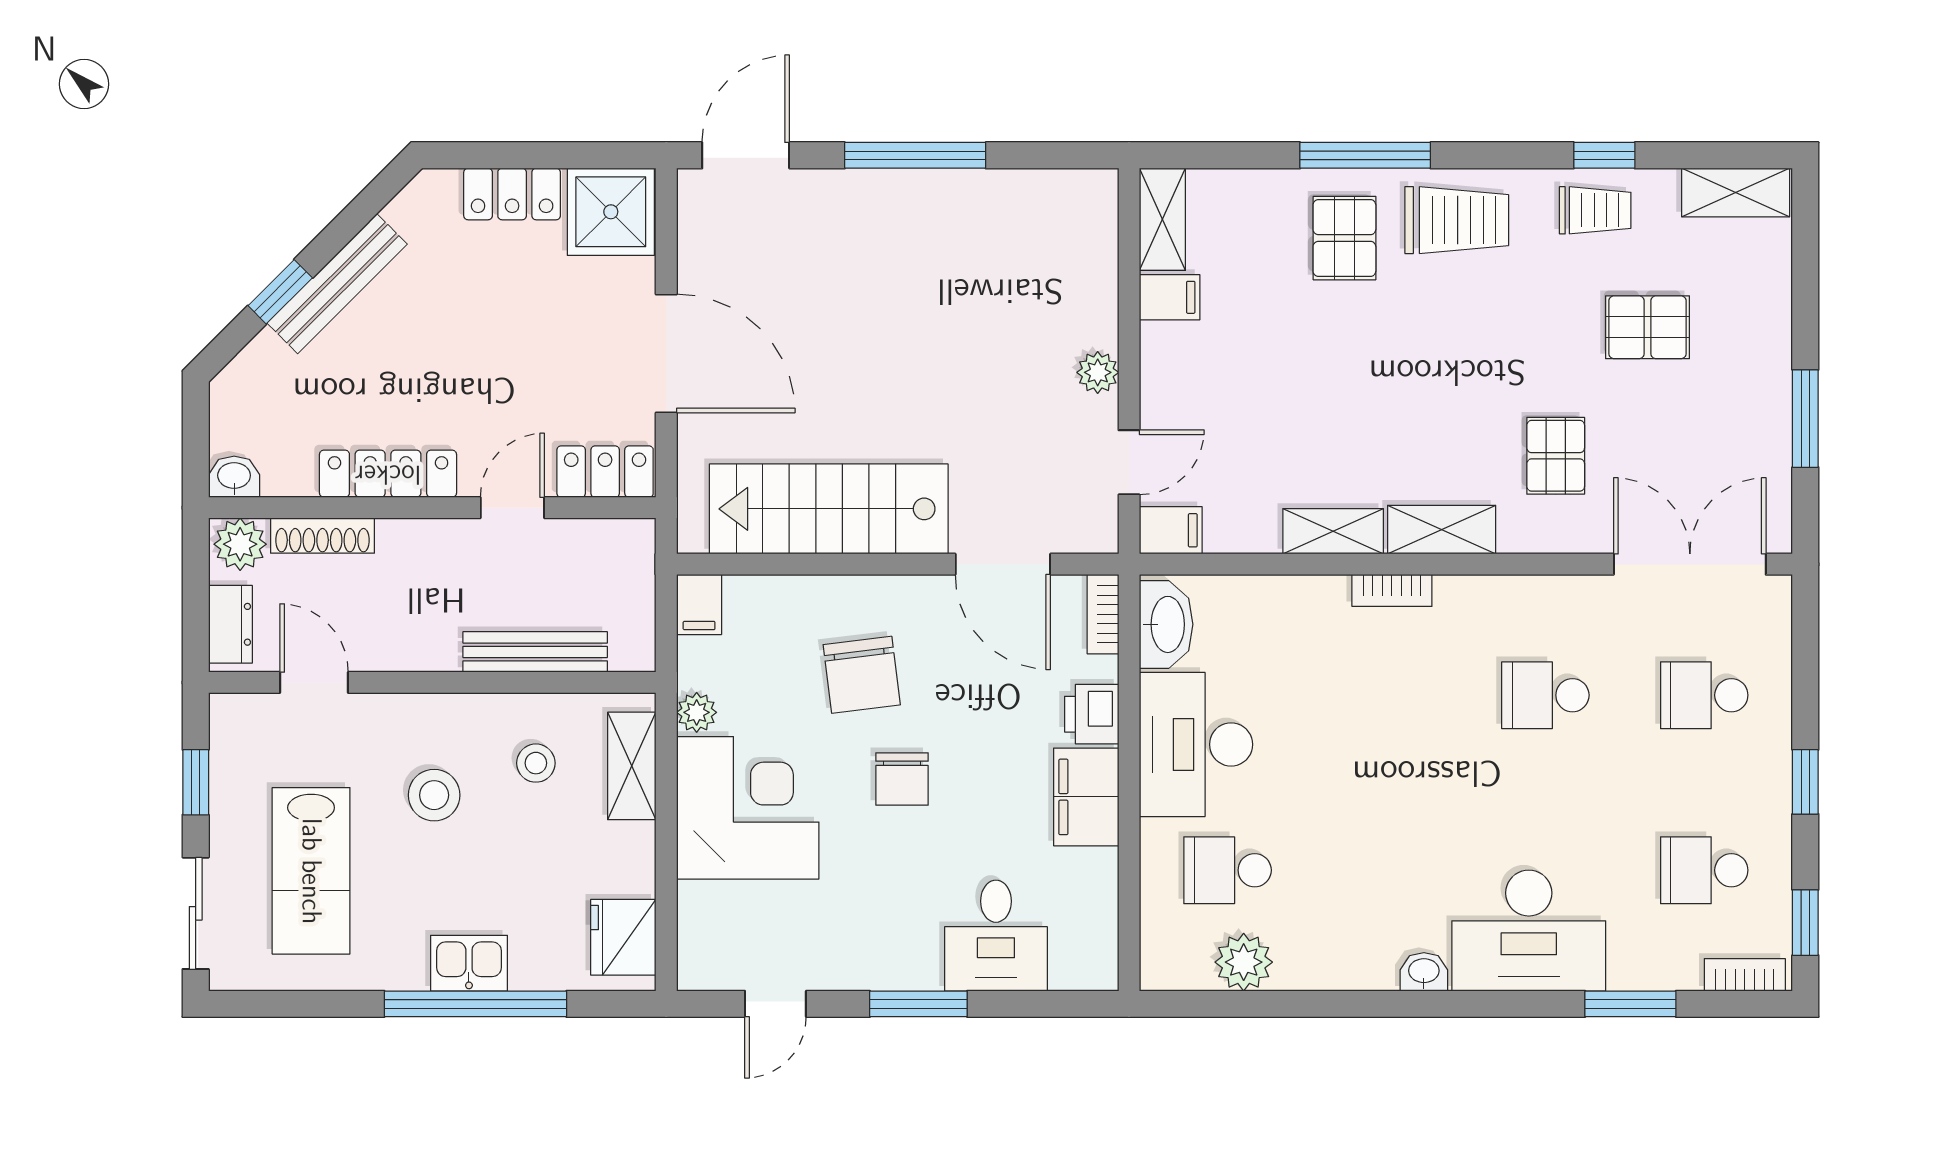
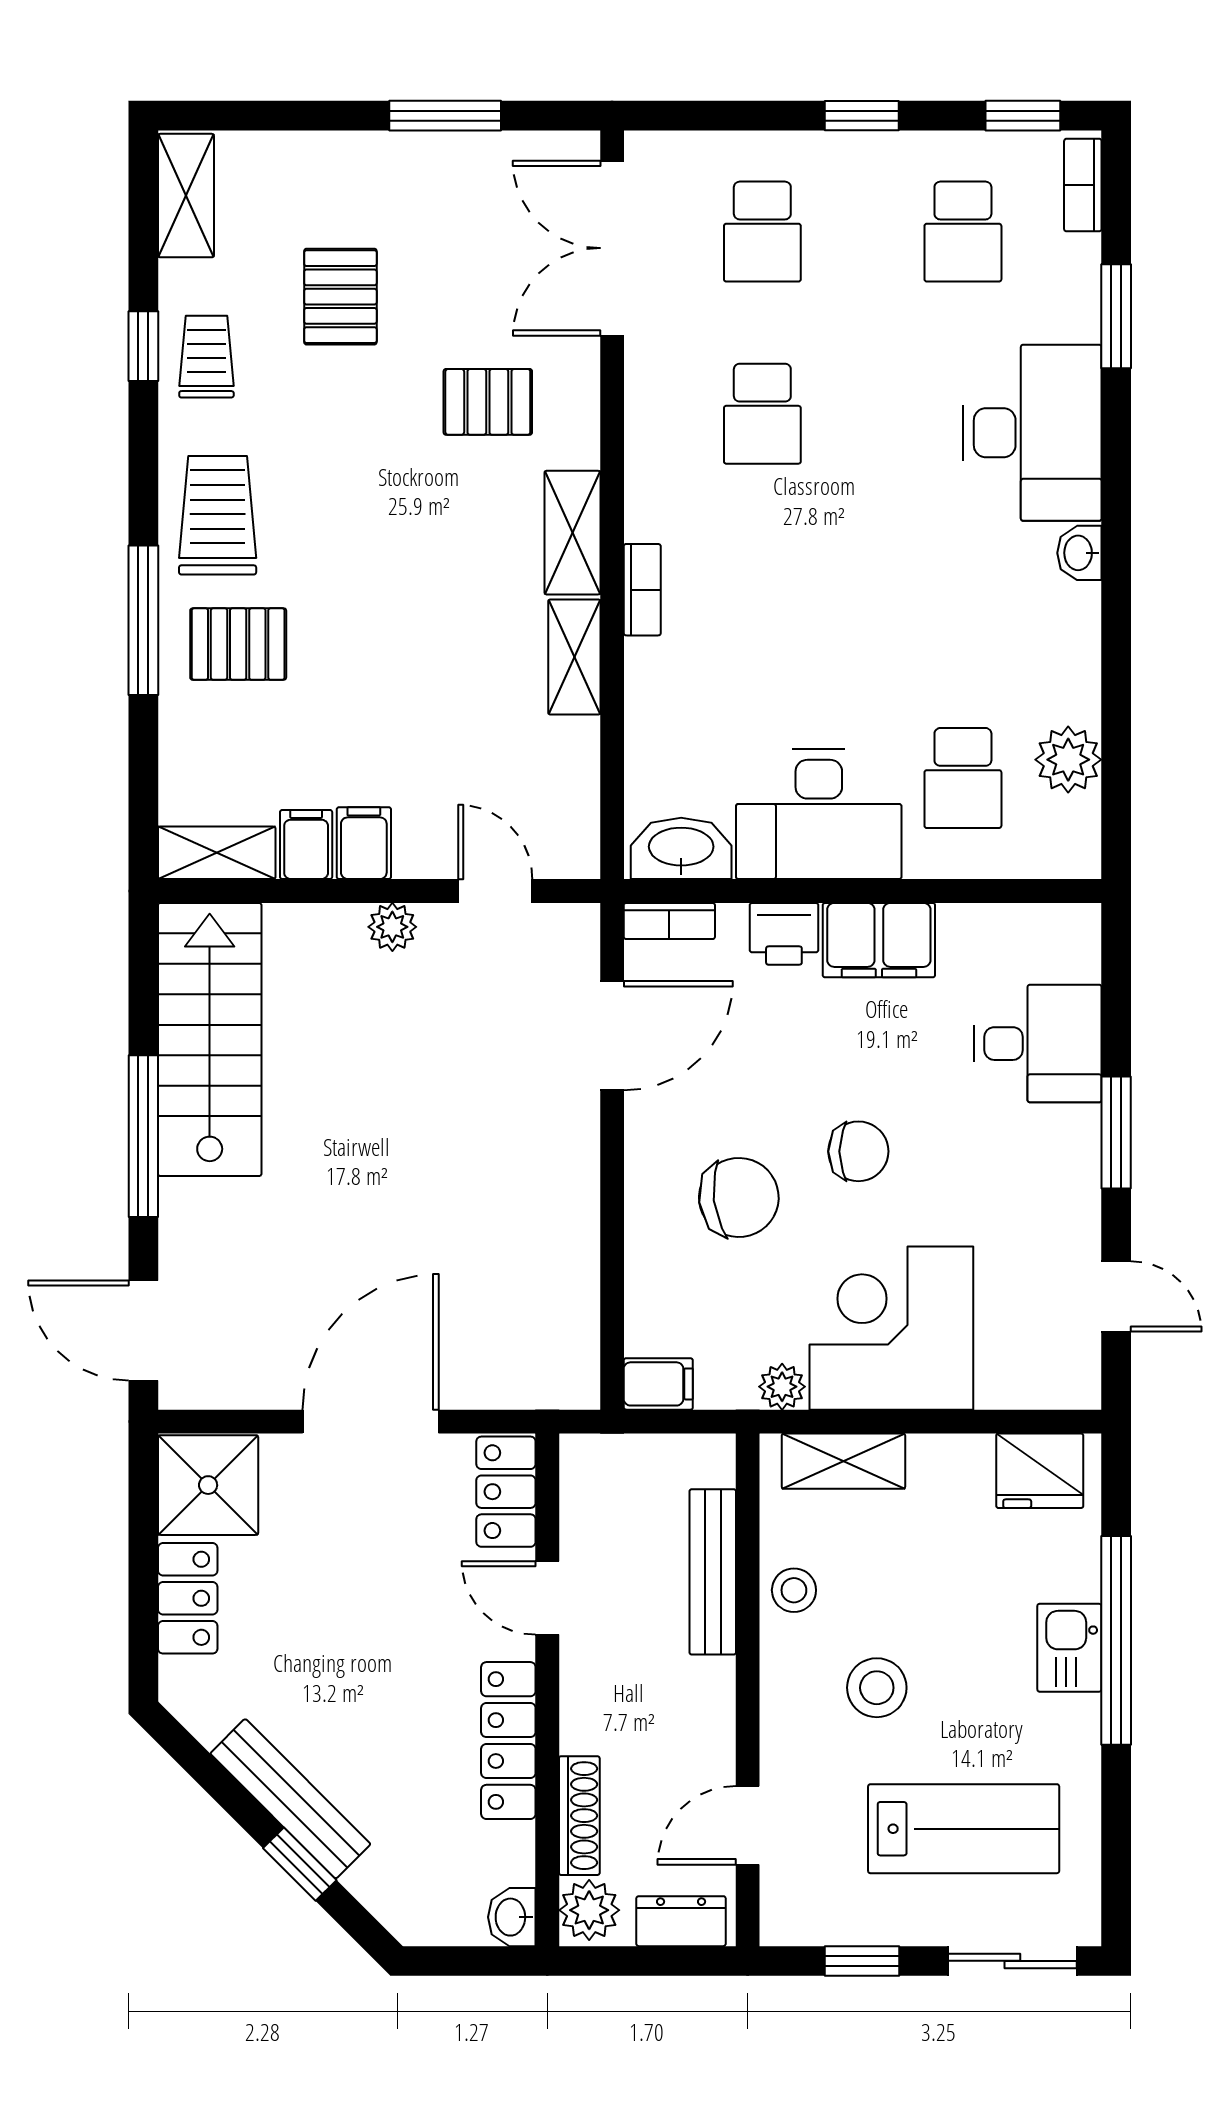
stairs: (829, 509) -> (210, 1039), moved, turned 180
filing cabinet: (1171, 530) -> (364, 843), moved
stool: (536, 763) -> (794, 1590), moved

